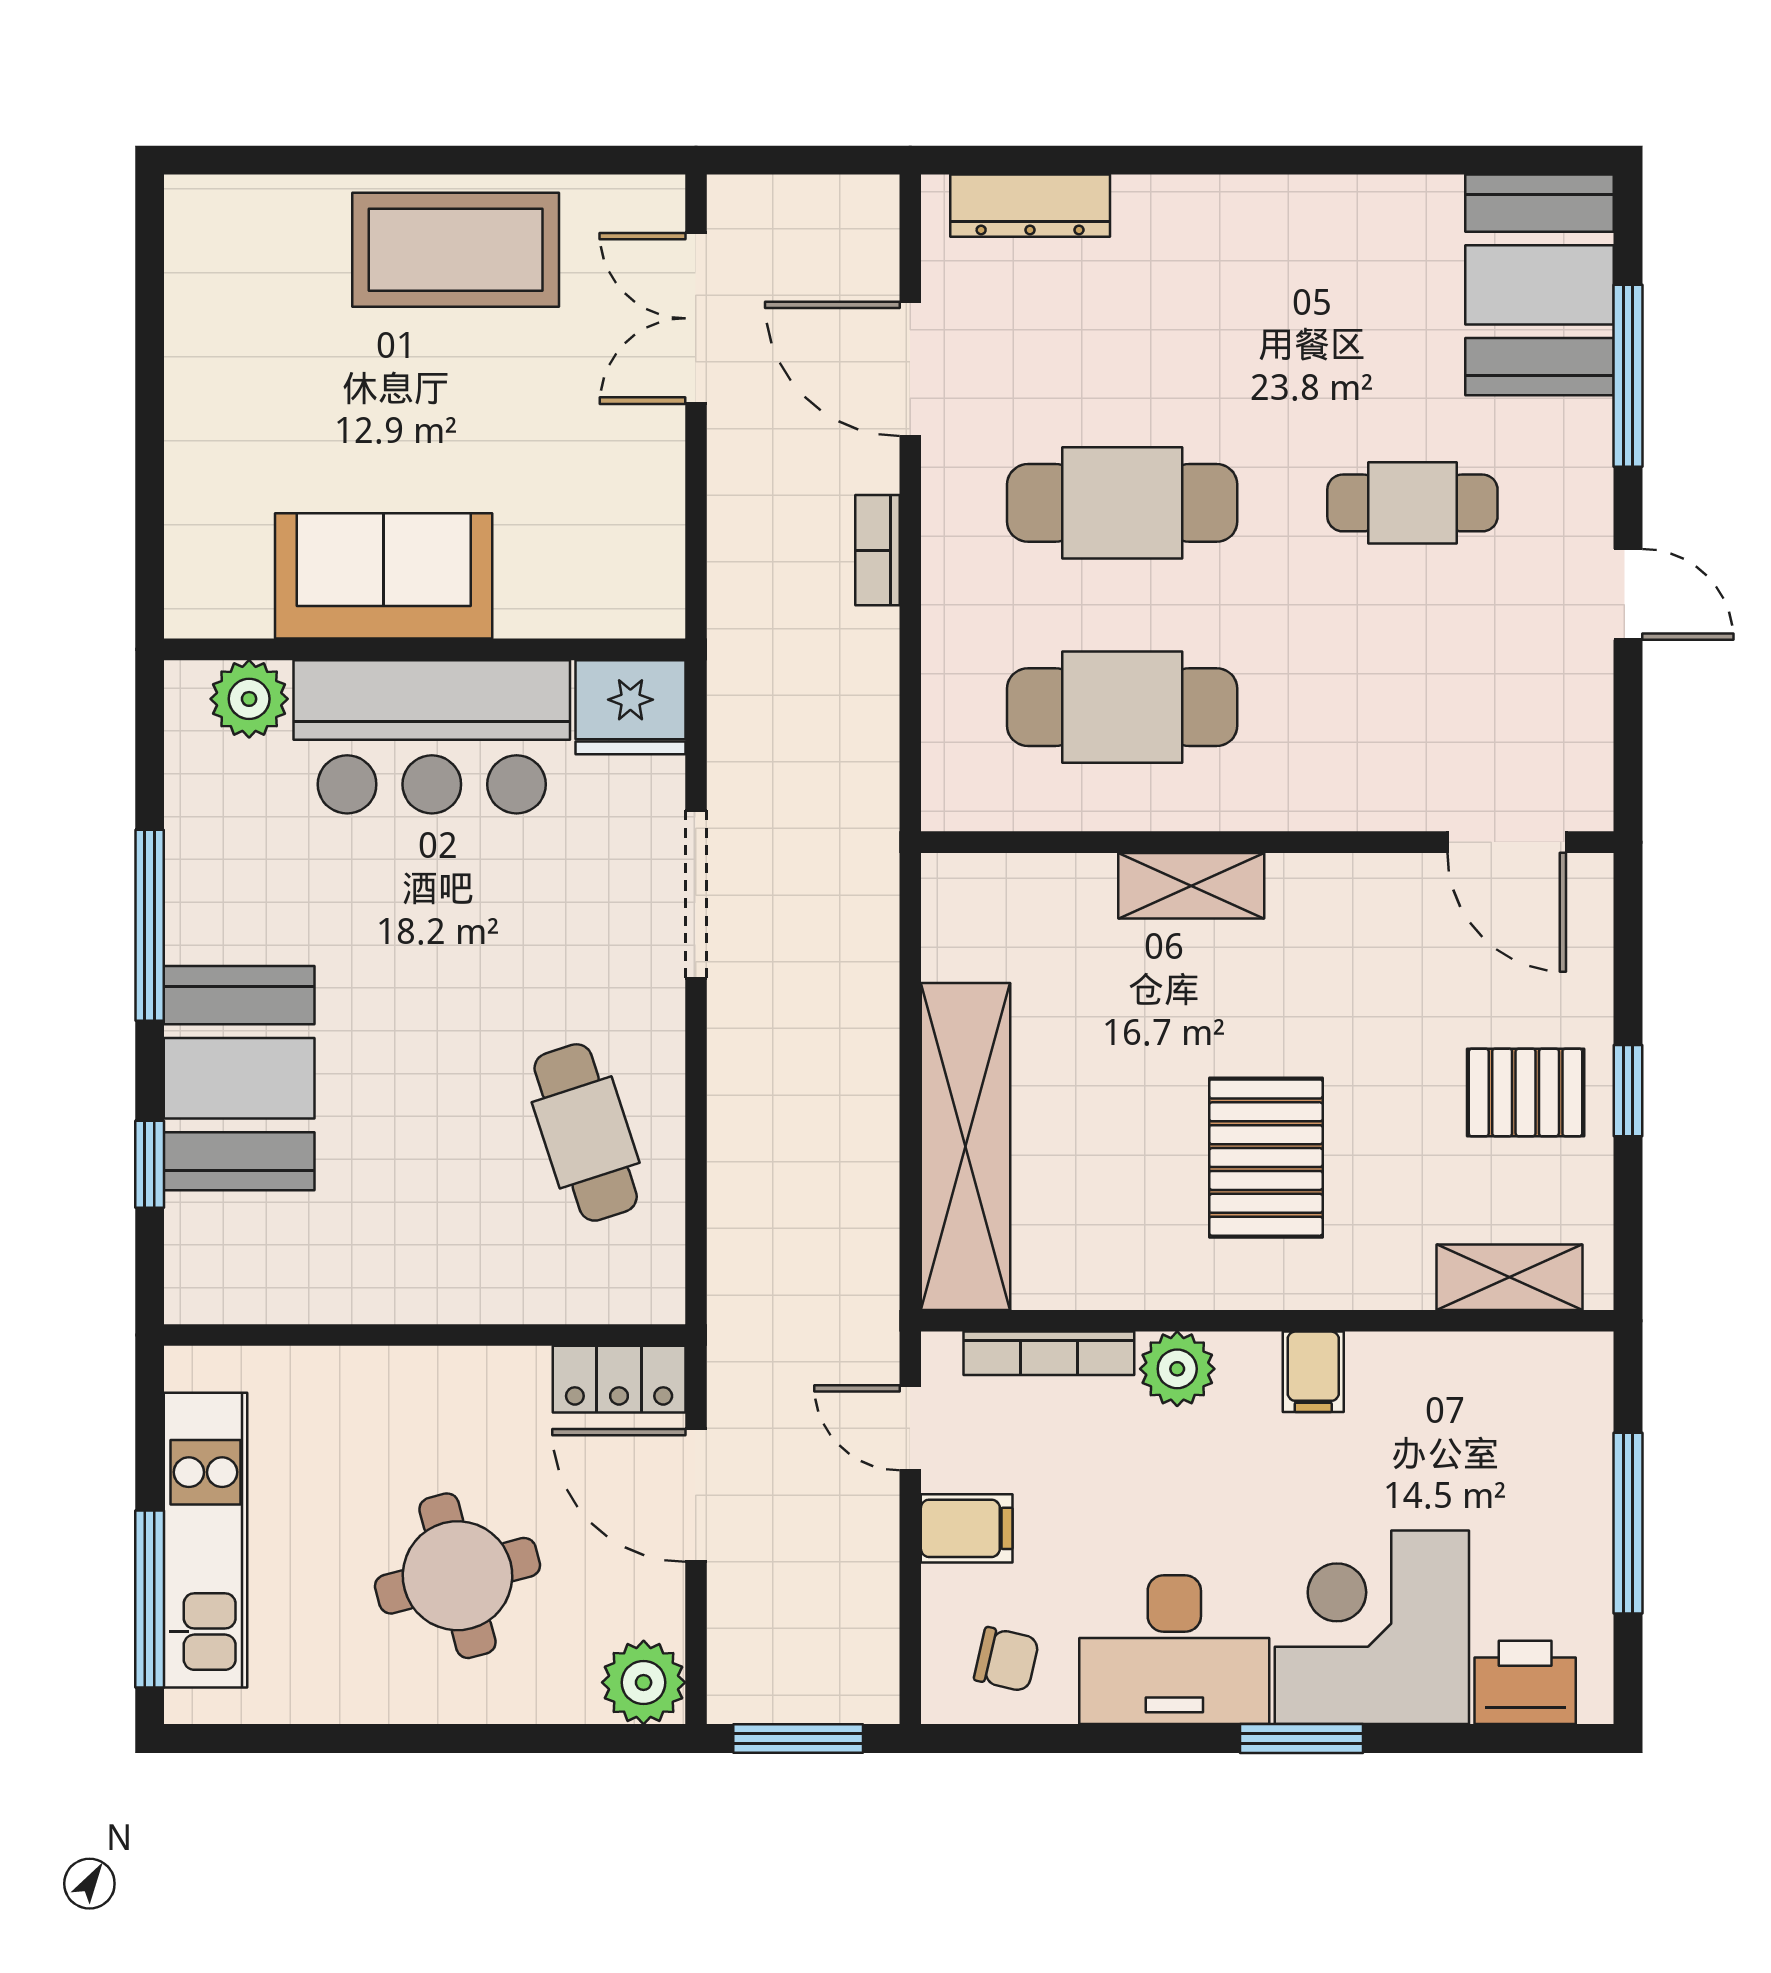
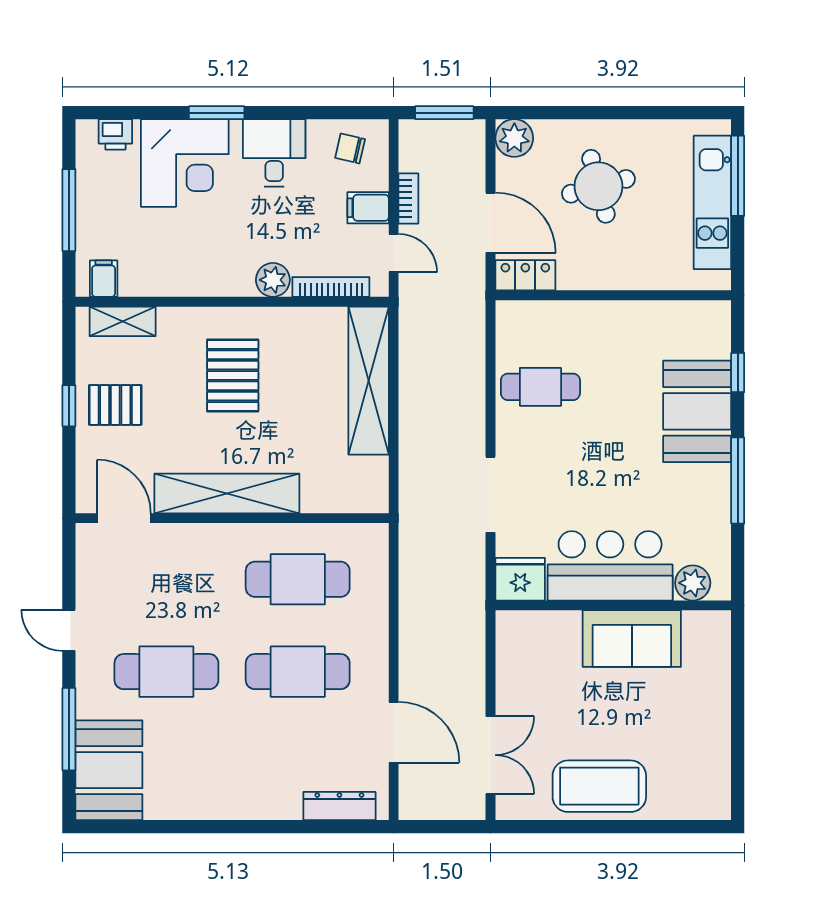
cafe table: (1412, 503) -> (166, 672), width x1.37, depth x1.35
bookcase: (877, 550) -> (408, 198), moved
shelving: (1191, 886) -> (227, 493), width x2.20, depth x1.33
cafe table: (586, 1132) -> (540, 387), turned -72
filing cabinet: (1313, 1372) -> (104, 279), moved
desk: (1174, 1650) -> (274, 153), width x0.73
printer: (1525, 1682) -> (115, 134), width x0.73, depth x0.81

